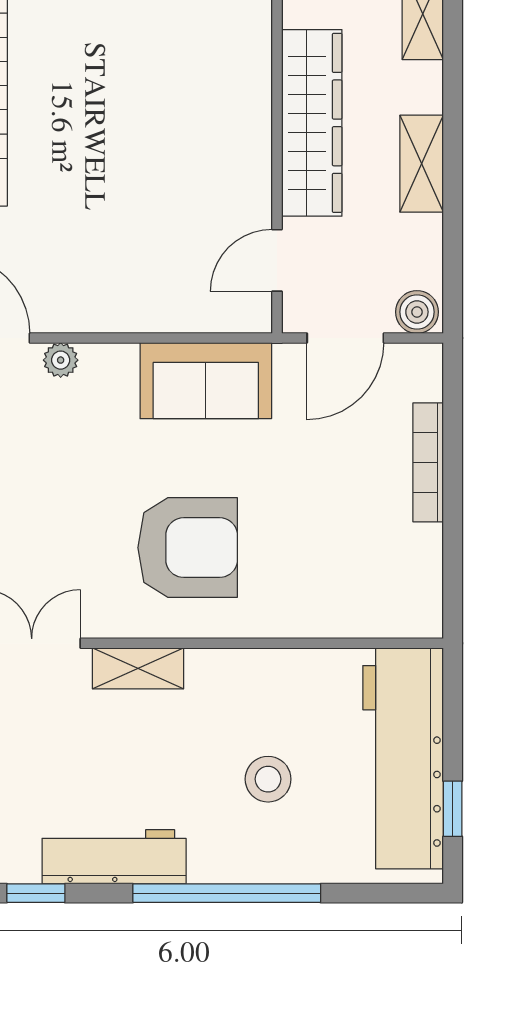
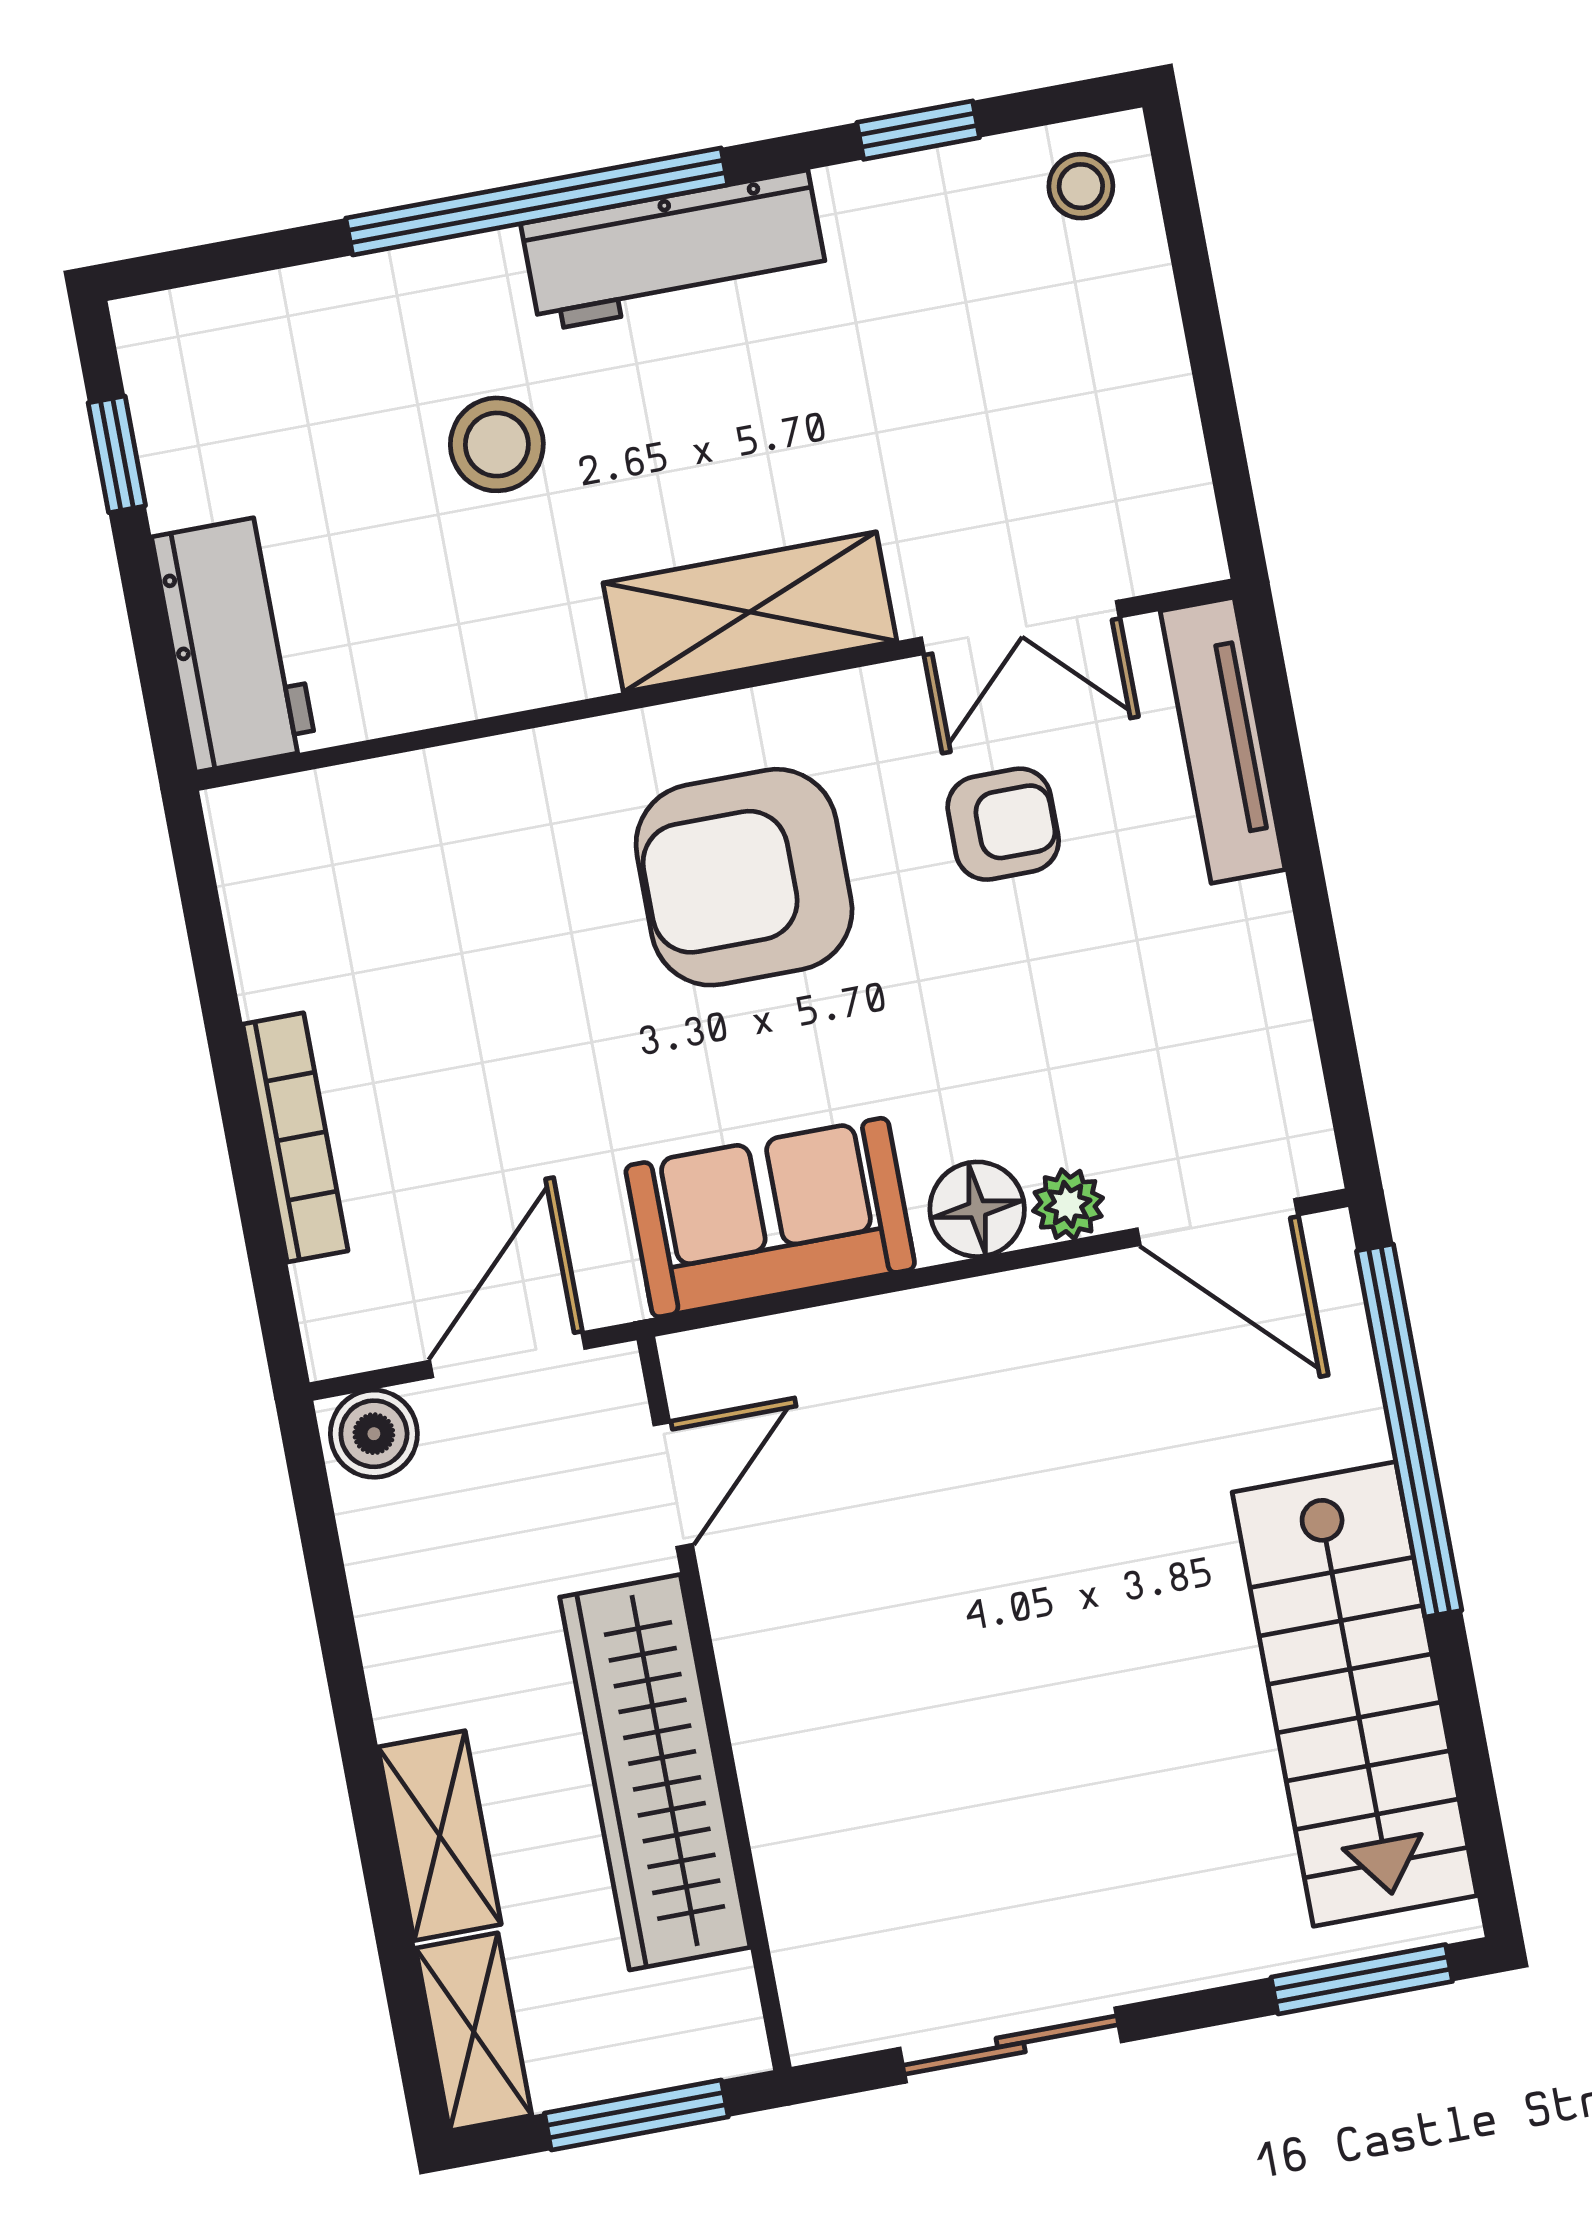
shelving: (422, 164) -> (440, 1836), moved
floor lamp: (105, 366) -> (977, 1209), added
armchair: (58, 550) -> (1003, 824), added
shelving: (138, 668) -> (750, 612), width x1.50, depth x1.33
workbench: (403, 758) -> (234, 643), width x0.53, depth x0.76
workbench: (114, 857) -> (674, 251), moved

